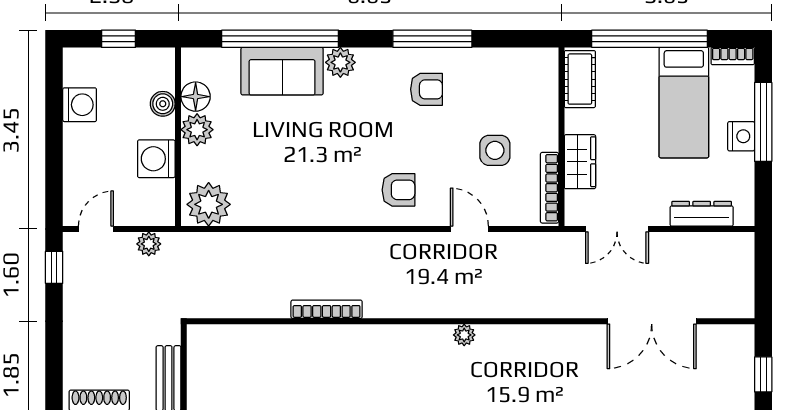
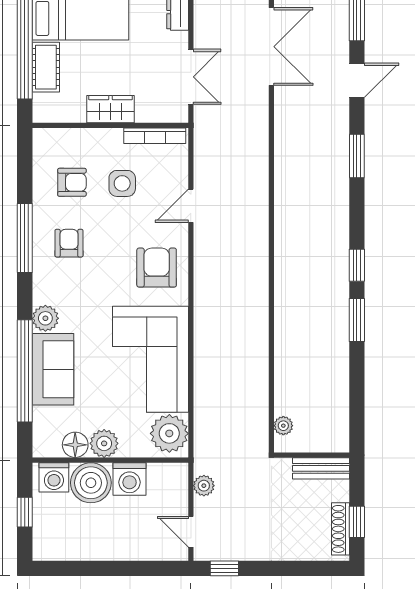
cot: (580, 79) -> (46, 67), moved, turned 90
armchair: (496, 93) -> (72, 182), added
boiler: (163, 104) -> (91, 483), width x1.86, depth x1.86
washing machine: (80, 105) -> (54, 477), moved, turned 180
wardrobe: (580, 162) -> (110, 109), moved
corner sofa: (293, 183) -> (150, 359), added
armchair: (399, 190) -> (157, 268), width x1.38, depth x1.38
bookcase: (327, 309) -> (261, 330), removed
plant: (464, 335) -> (283, 426), moved

